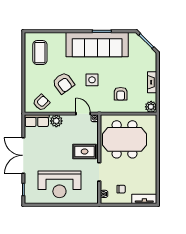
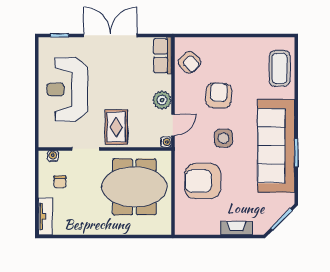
coffee table: (40, 53) -> (280, 68), moved, turned 90
fireplace: (152, 82) -> (236, 228), moved
armchair: (63, 83) -> (219, 95), turned 129
armchair: (121, 94) -> (203, 181), width x1.88, depth x1.88
plant: (151, 107) -> (183, 226), removed
plant: (56, 121) -> (162, 100), moved
meeting table: (125, 139) -> (134, 187), turned 90

